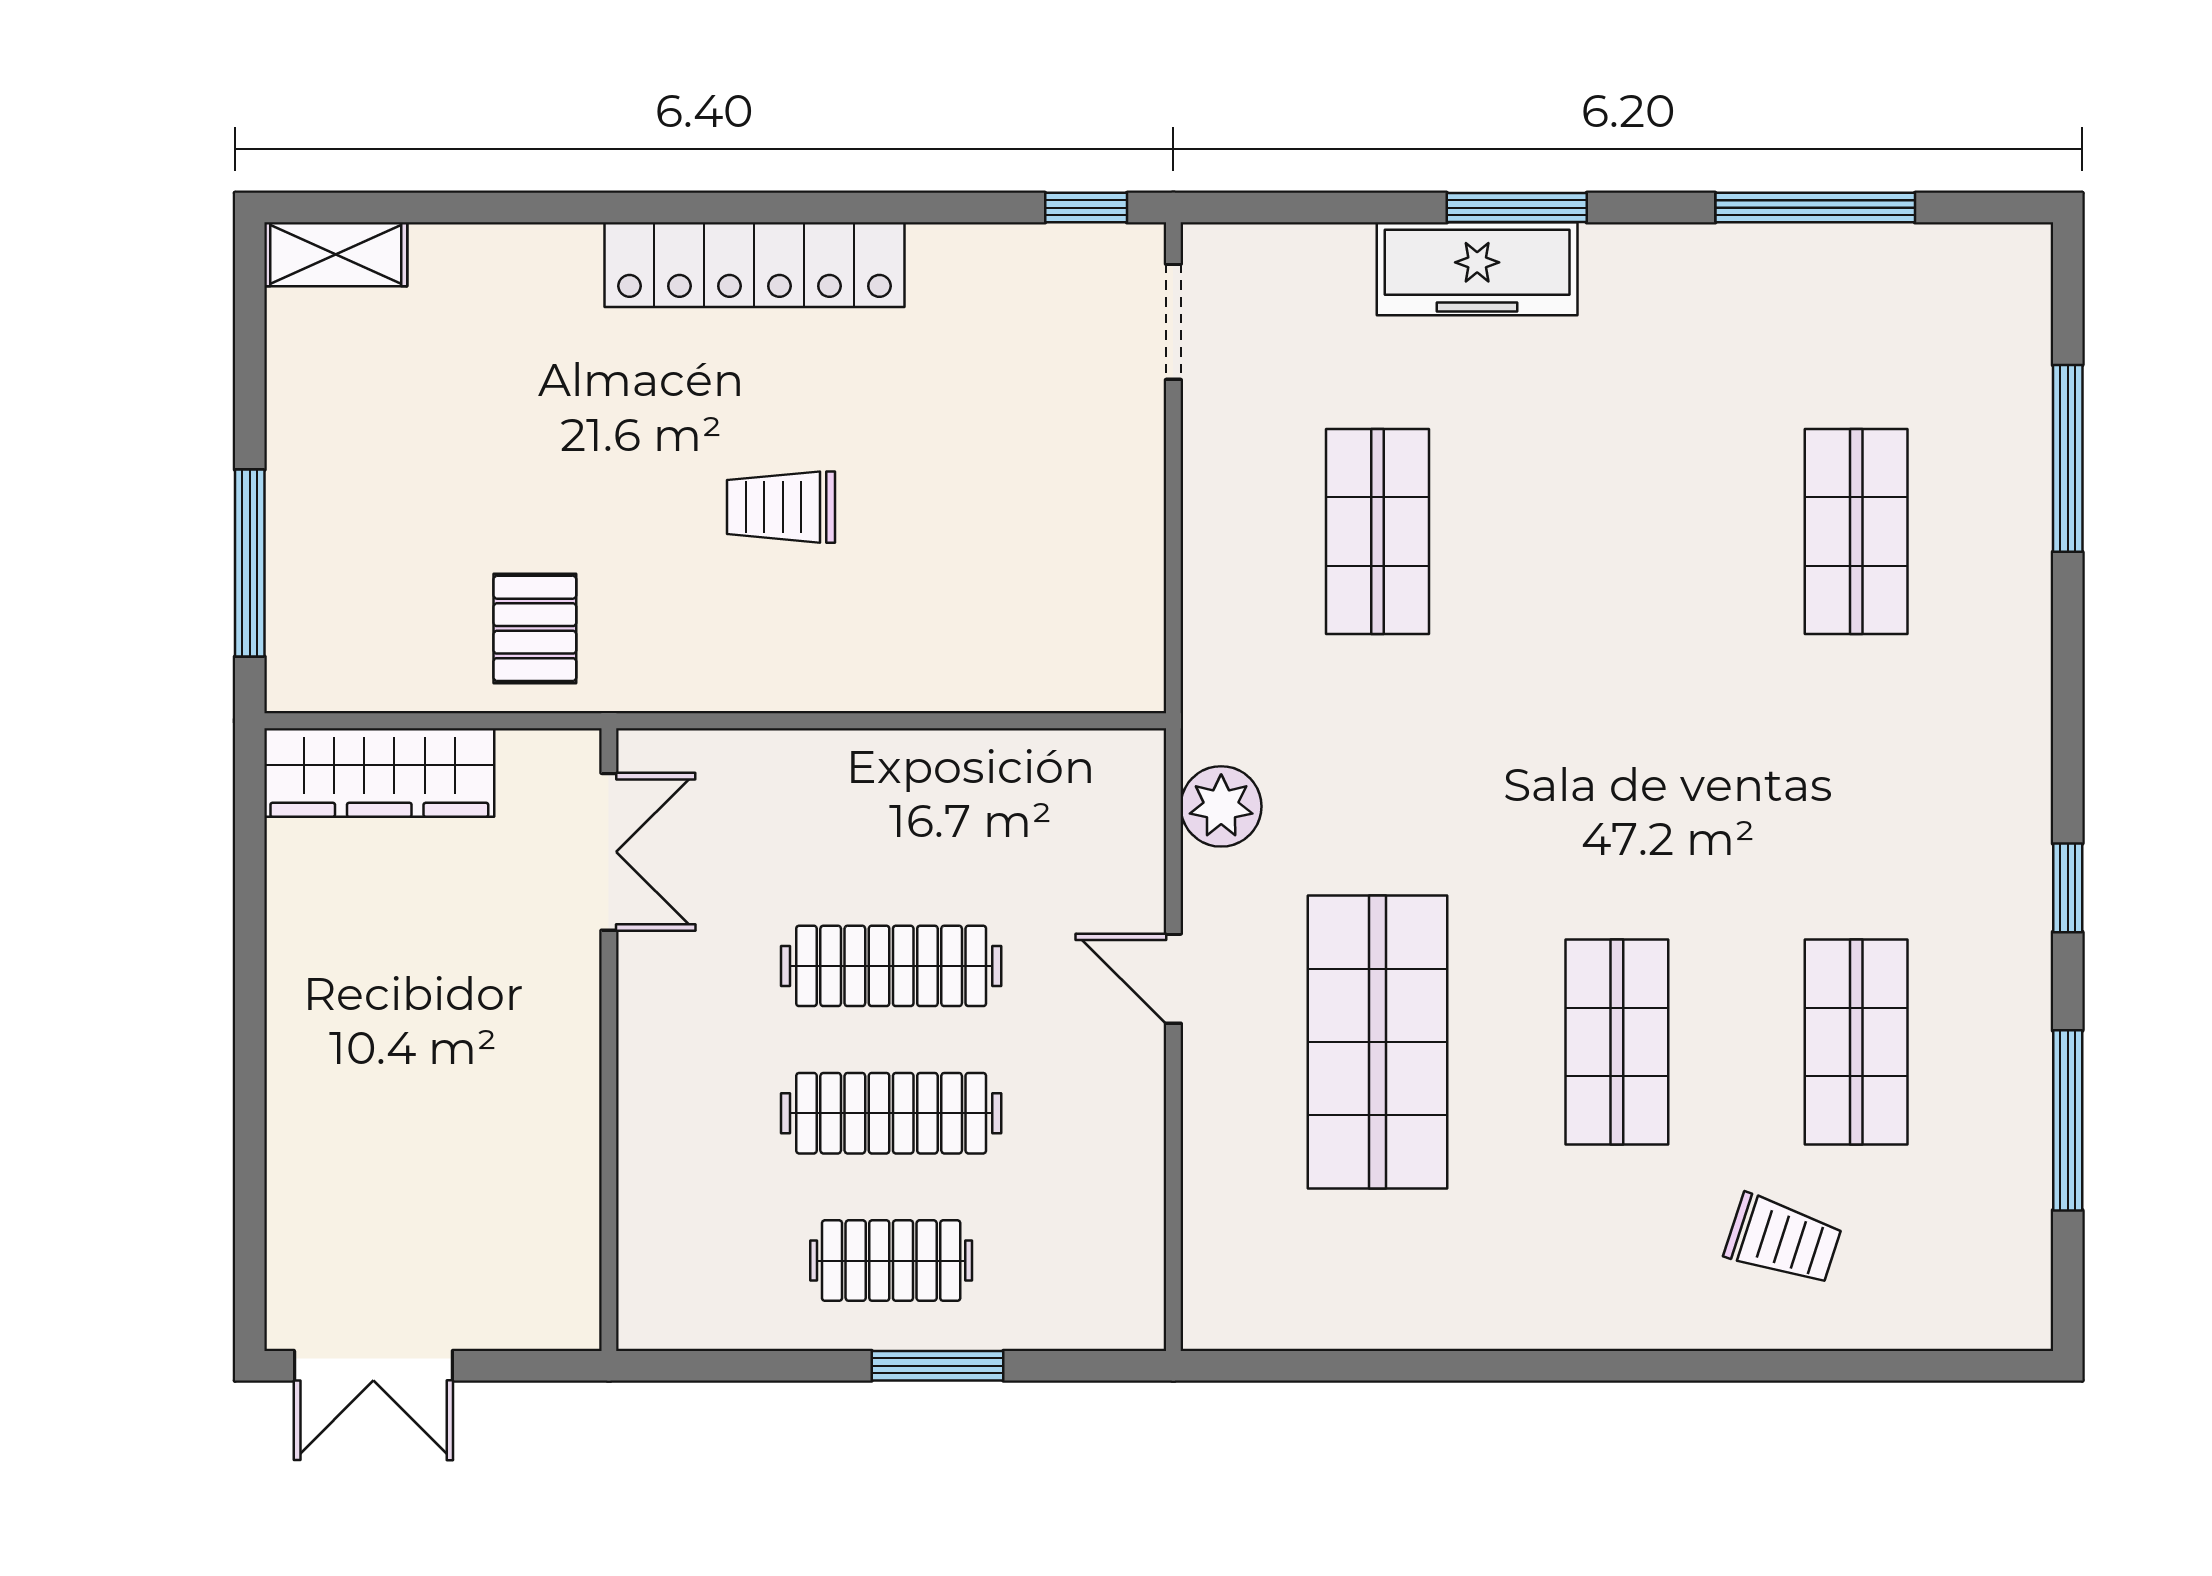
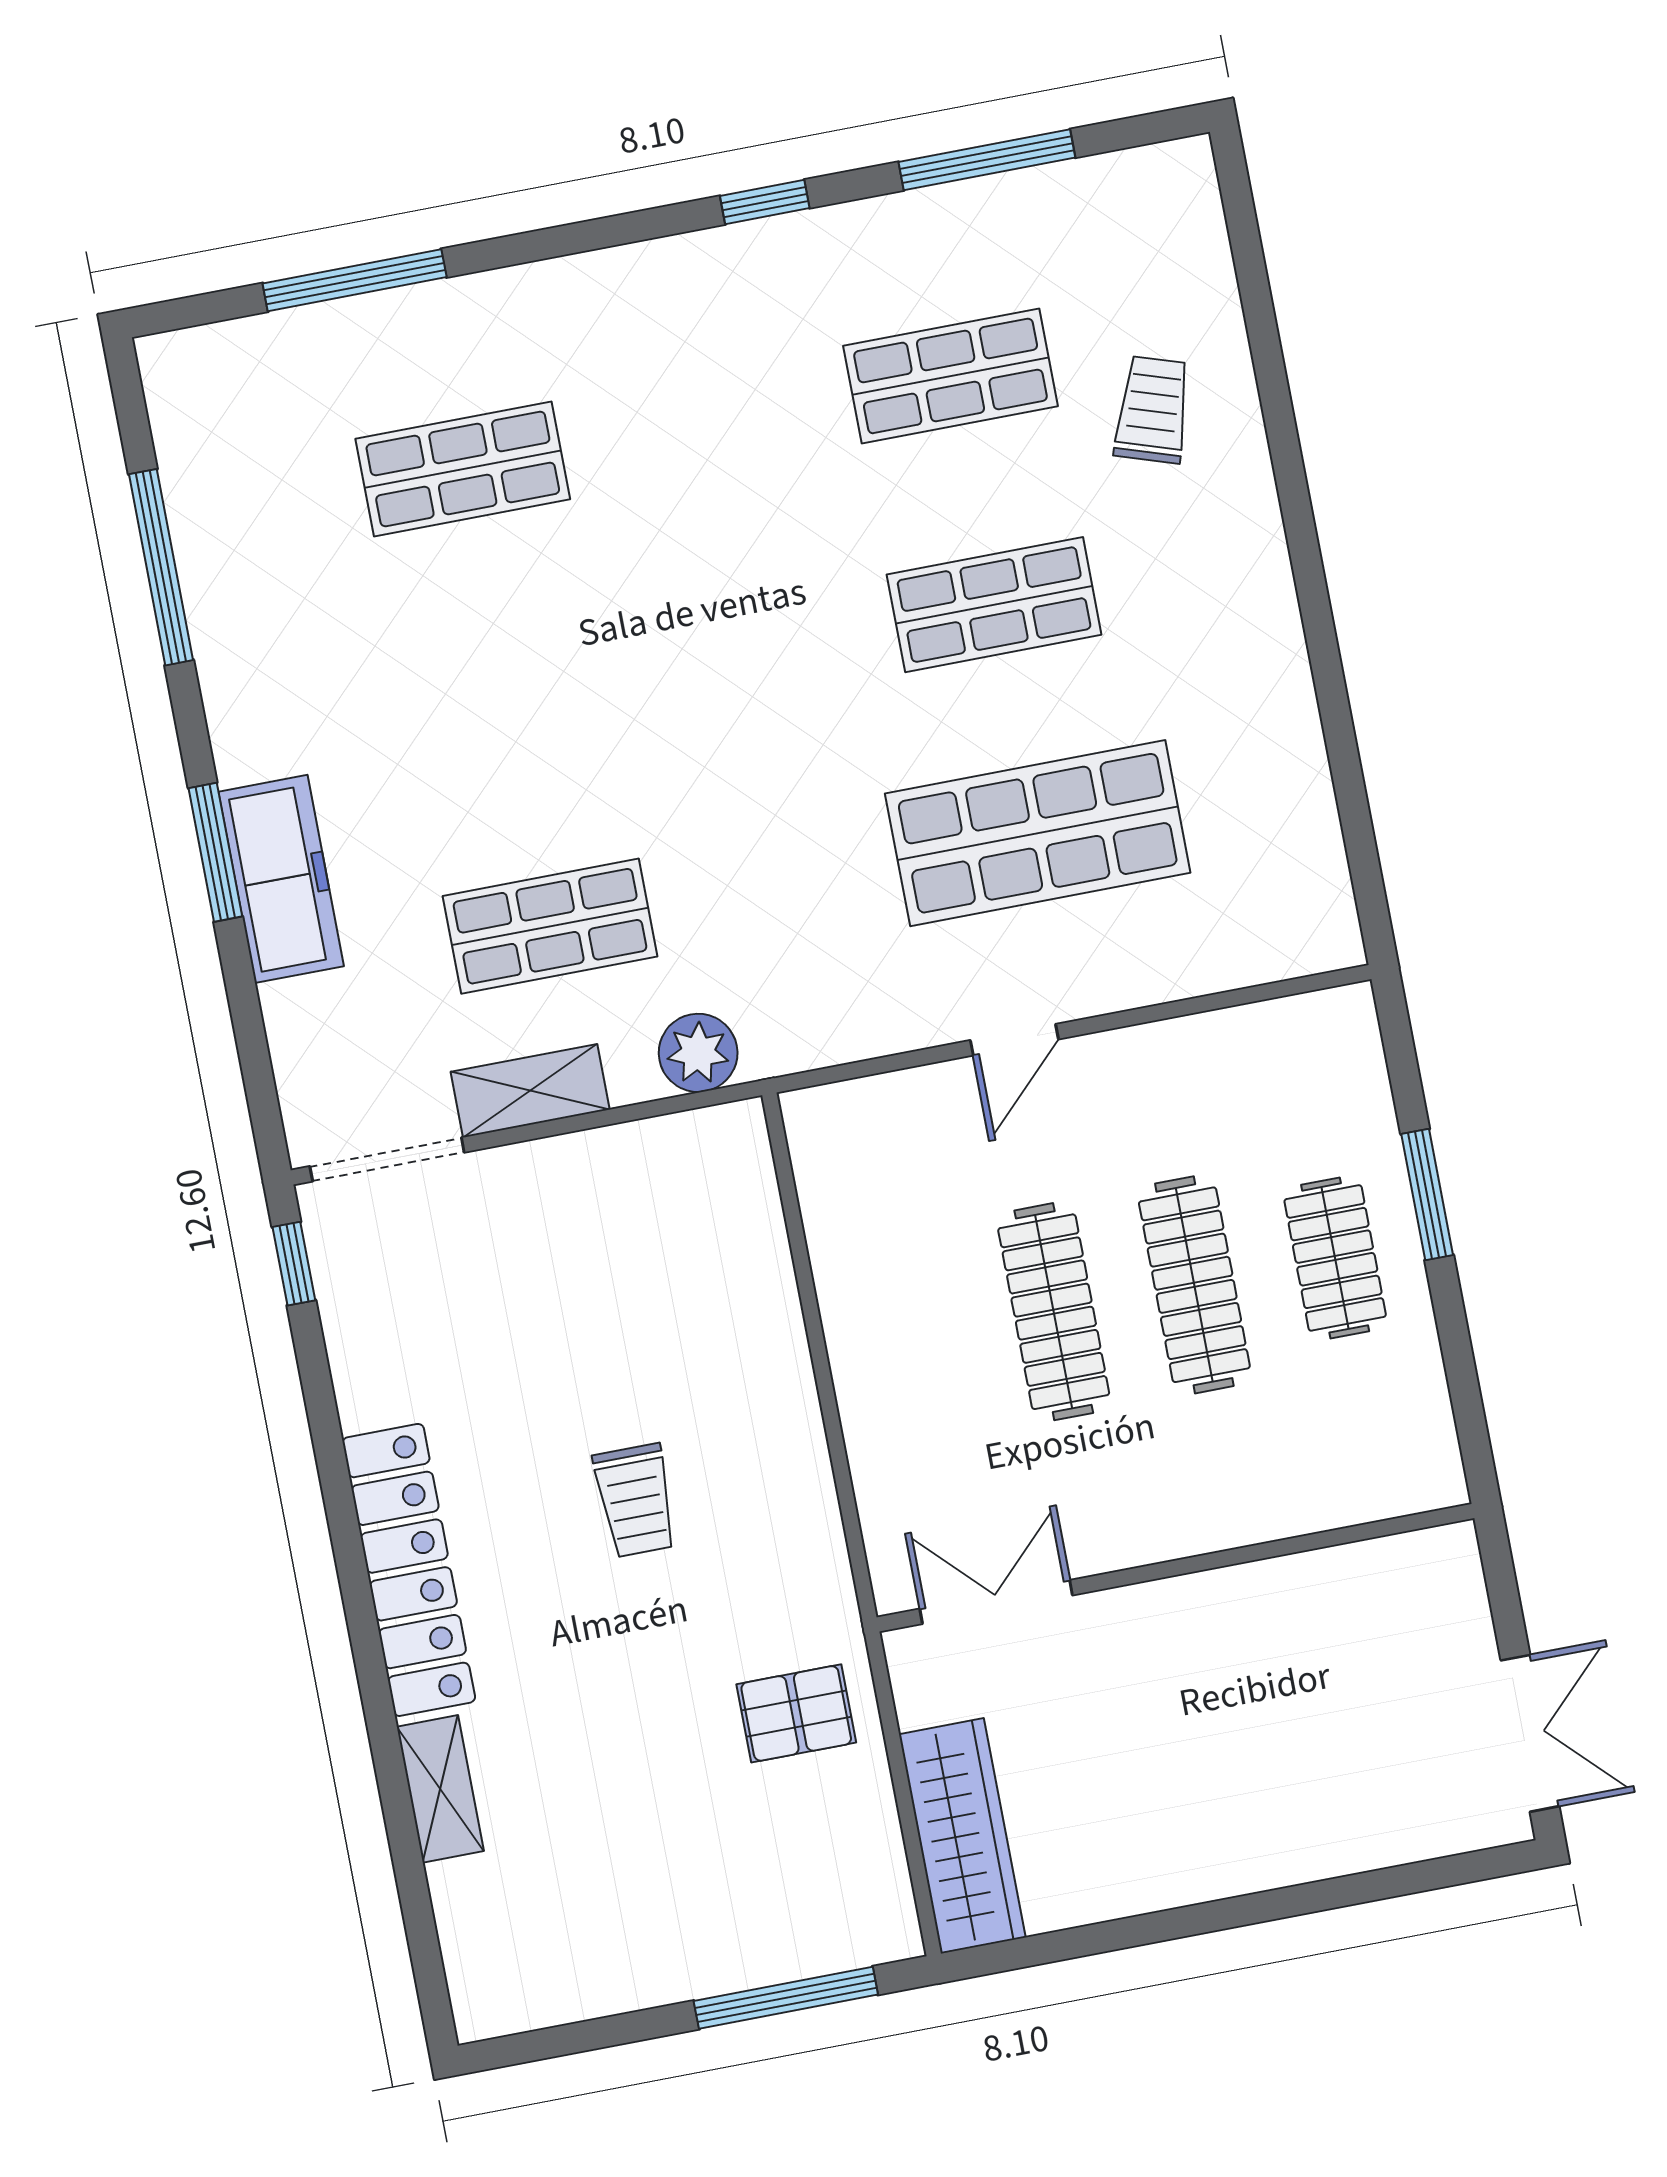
shelving: (336, 254) -> (440, 1789), moved
doorway: (1173, 322) -> (387, 1159), width x1.38
shelving: (1215, 480) -> (530, 1091), added
plant: (1221, 806) -> (698, 1053), moved

